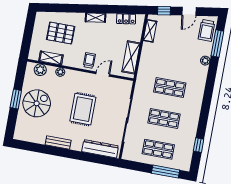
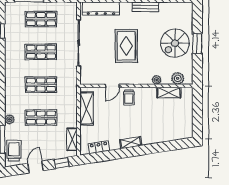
pallet: (61, 33) -> (164, 120), removed
shop shelf: (175, 57) -> (41, 118), added

